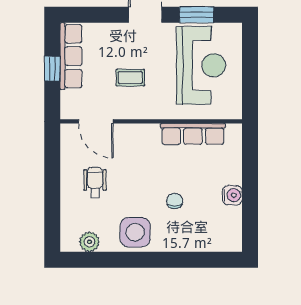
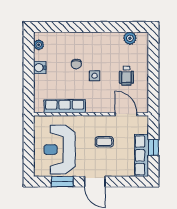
plant: (234, 231) -> (39, 45), added
side table: (135, 232) -> (95, 76), moved, width x0.54, depth x0.54

